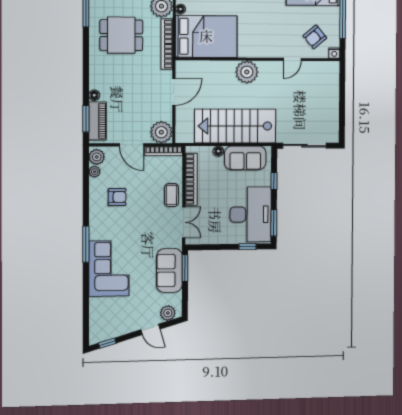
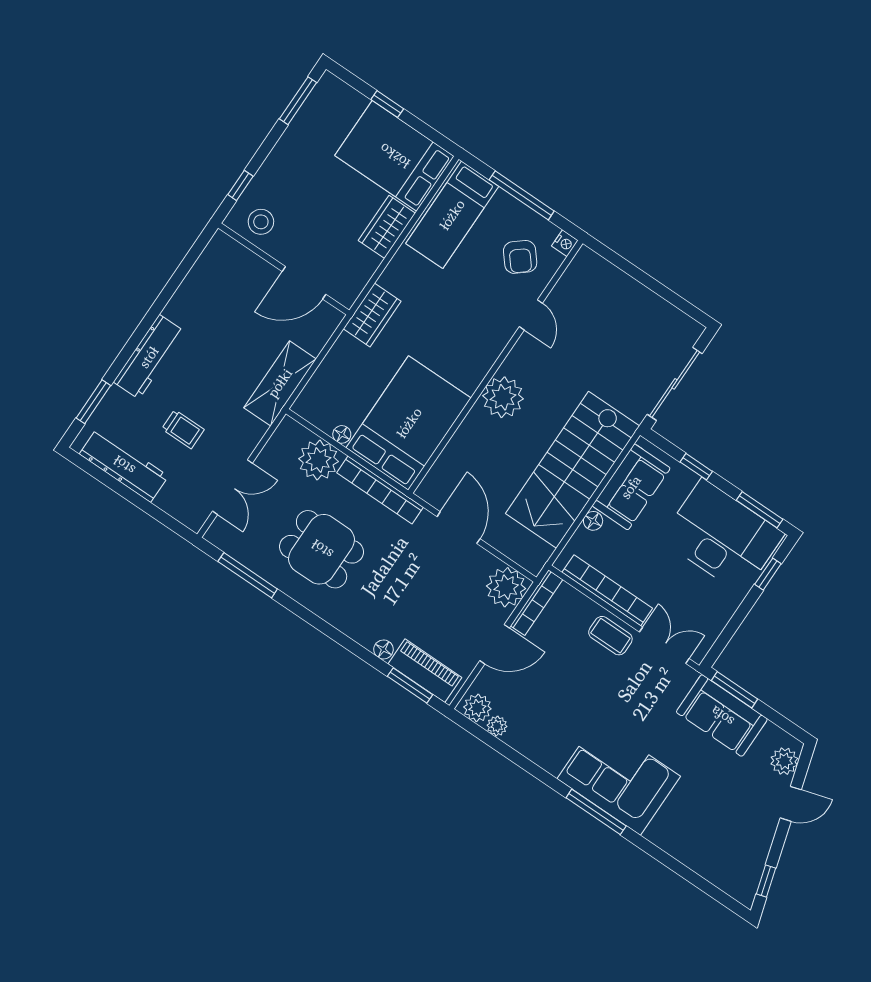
dining table: (121, 35) -> (322, 549), turned 90
armchair: (117, 197) -> (558, 718), removed
corner sofa: (109, 268) -> (619, 777), moved

